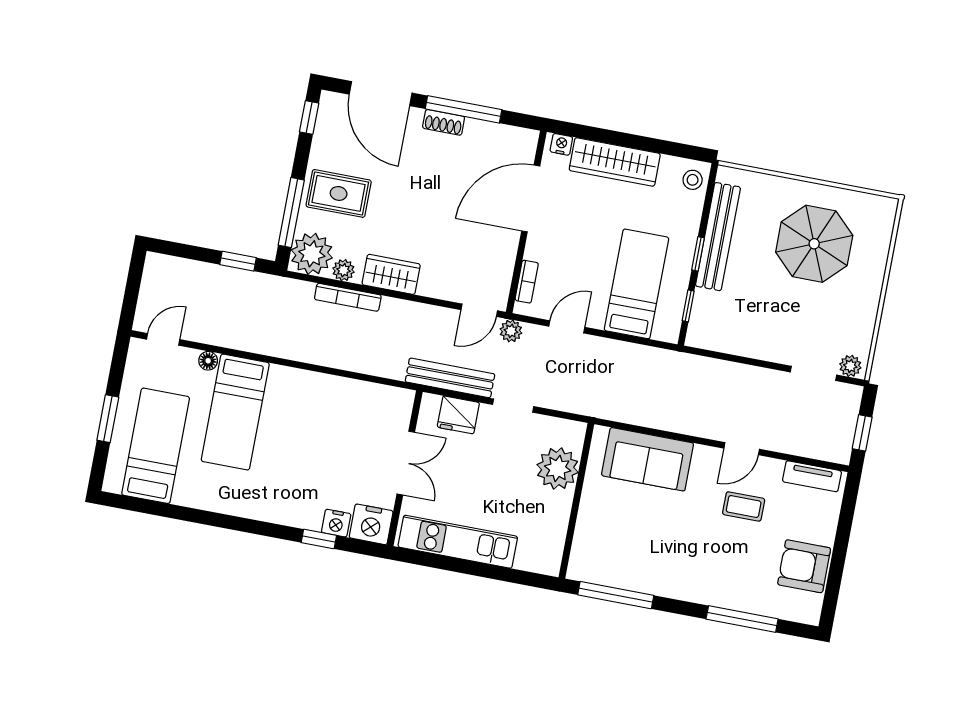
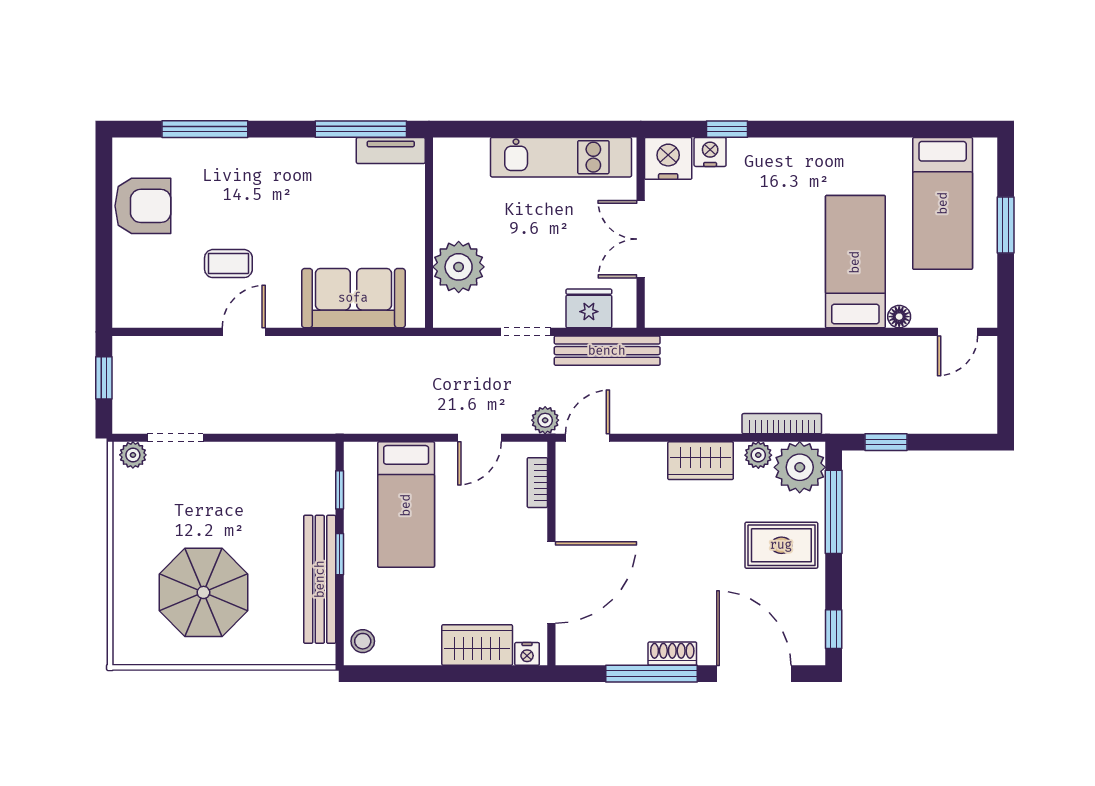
wardrobe: (615, 162) -> (477, 645), width x0.67
bookcase: (348, 297) -> (782, 424), moved
tv unit: (812, 476) -> (391, 150), moved, turned 180

